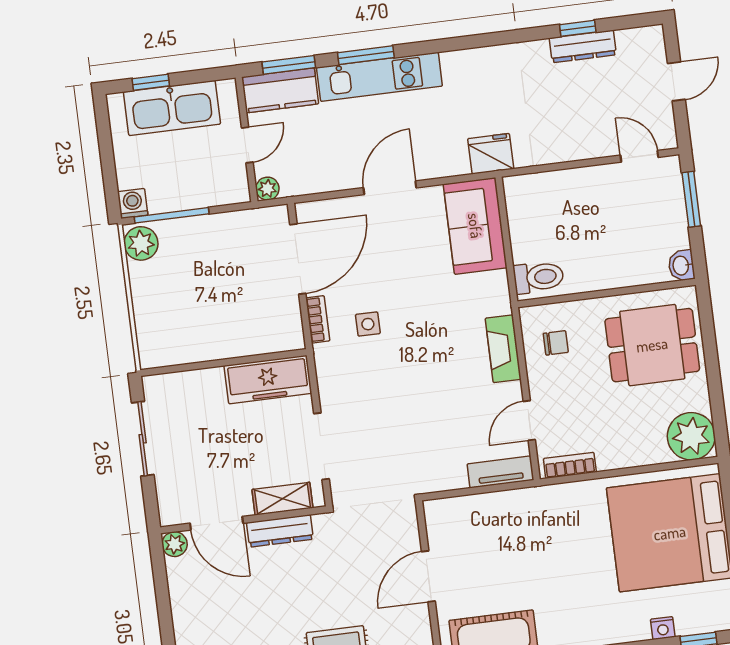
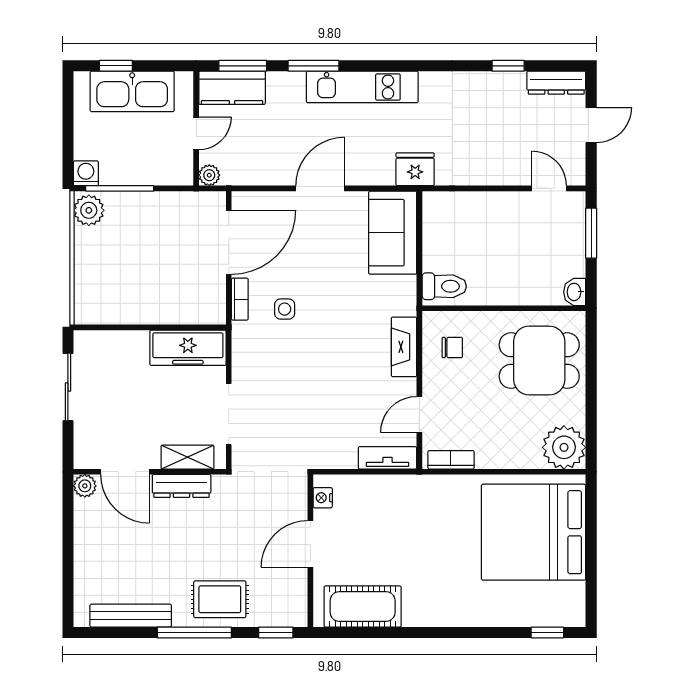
dresser: (583, 46) -> (556, 83), moved
kitchen unit: (379, 77) -> (362, 87), moved
nightstand: (663, 628) -> (323, 498), moved, turned 90

